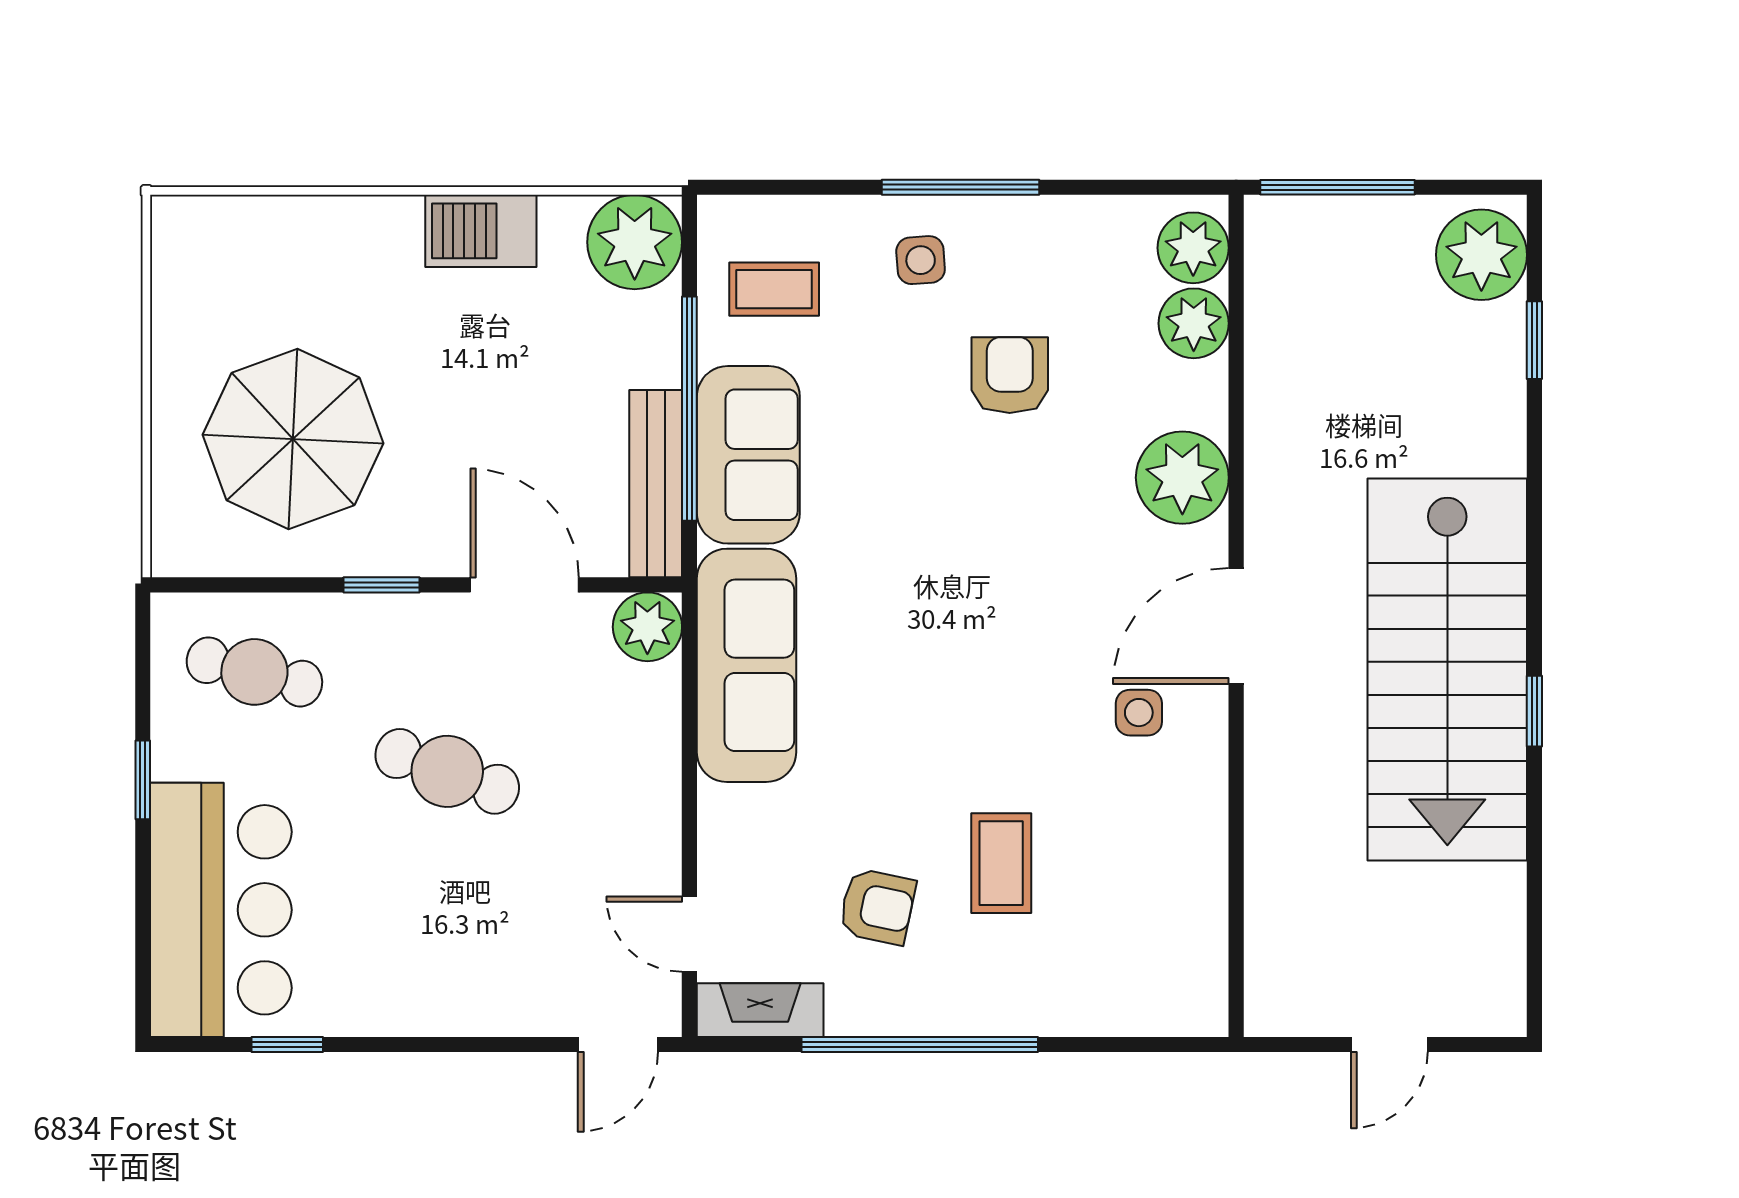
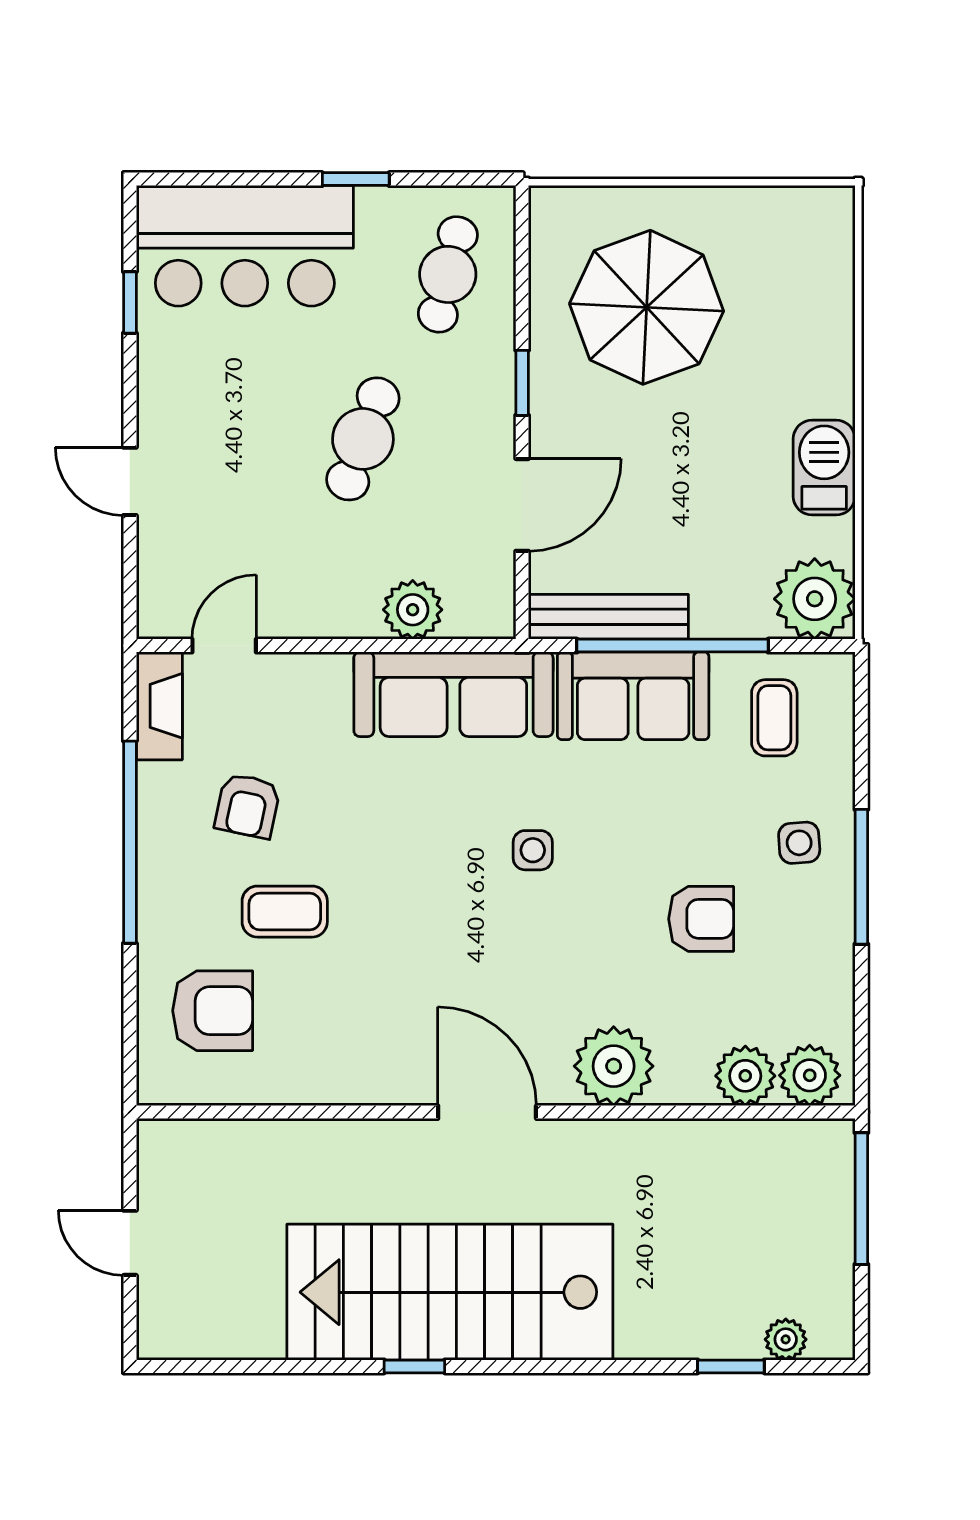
plant: (1481, 255) -> (786, 1339), width x0.53, depth x0.53
plant: (647, 627) -> (413, 610), moved
side table: (1139, 713) -> (533, 850), moved
armchair: (1117, 948) -> (213, 1011), added
door: (618, 1045) -> (130, 481), moved

